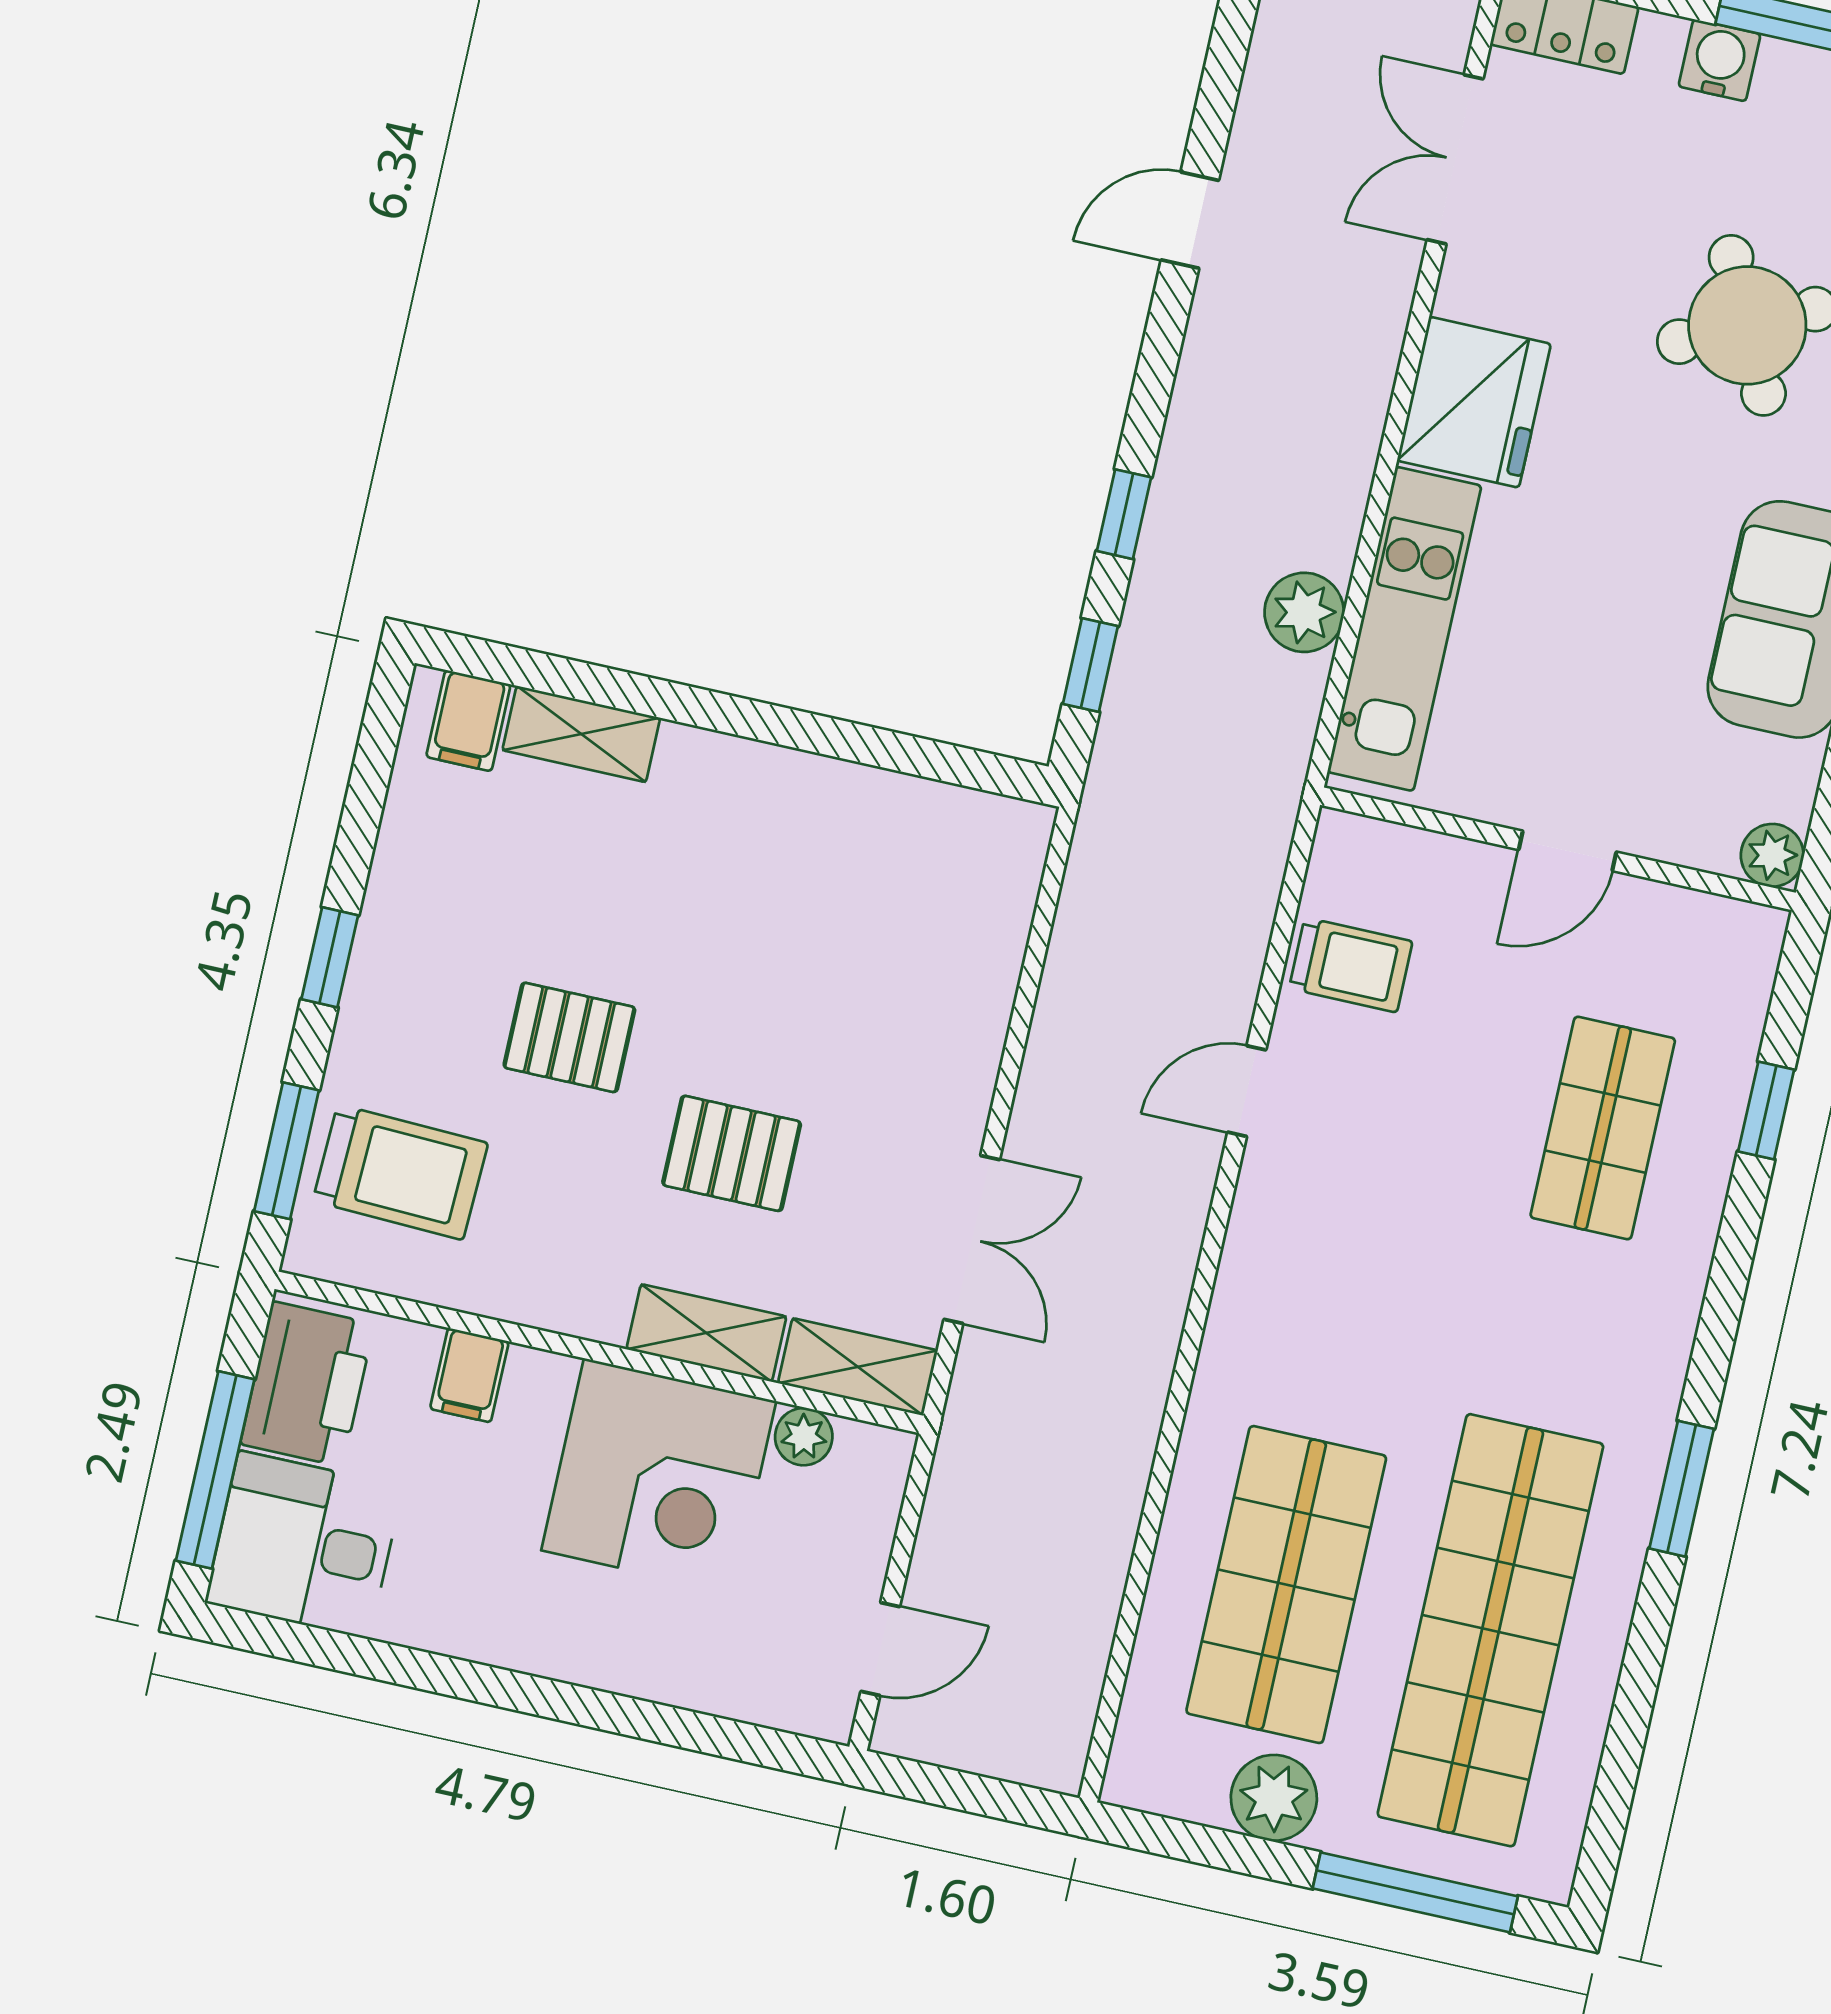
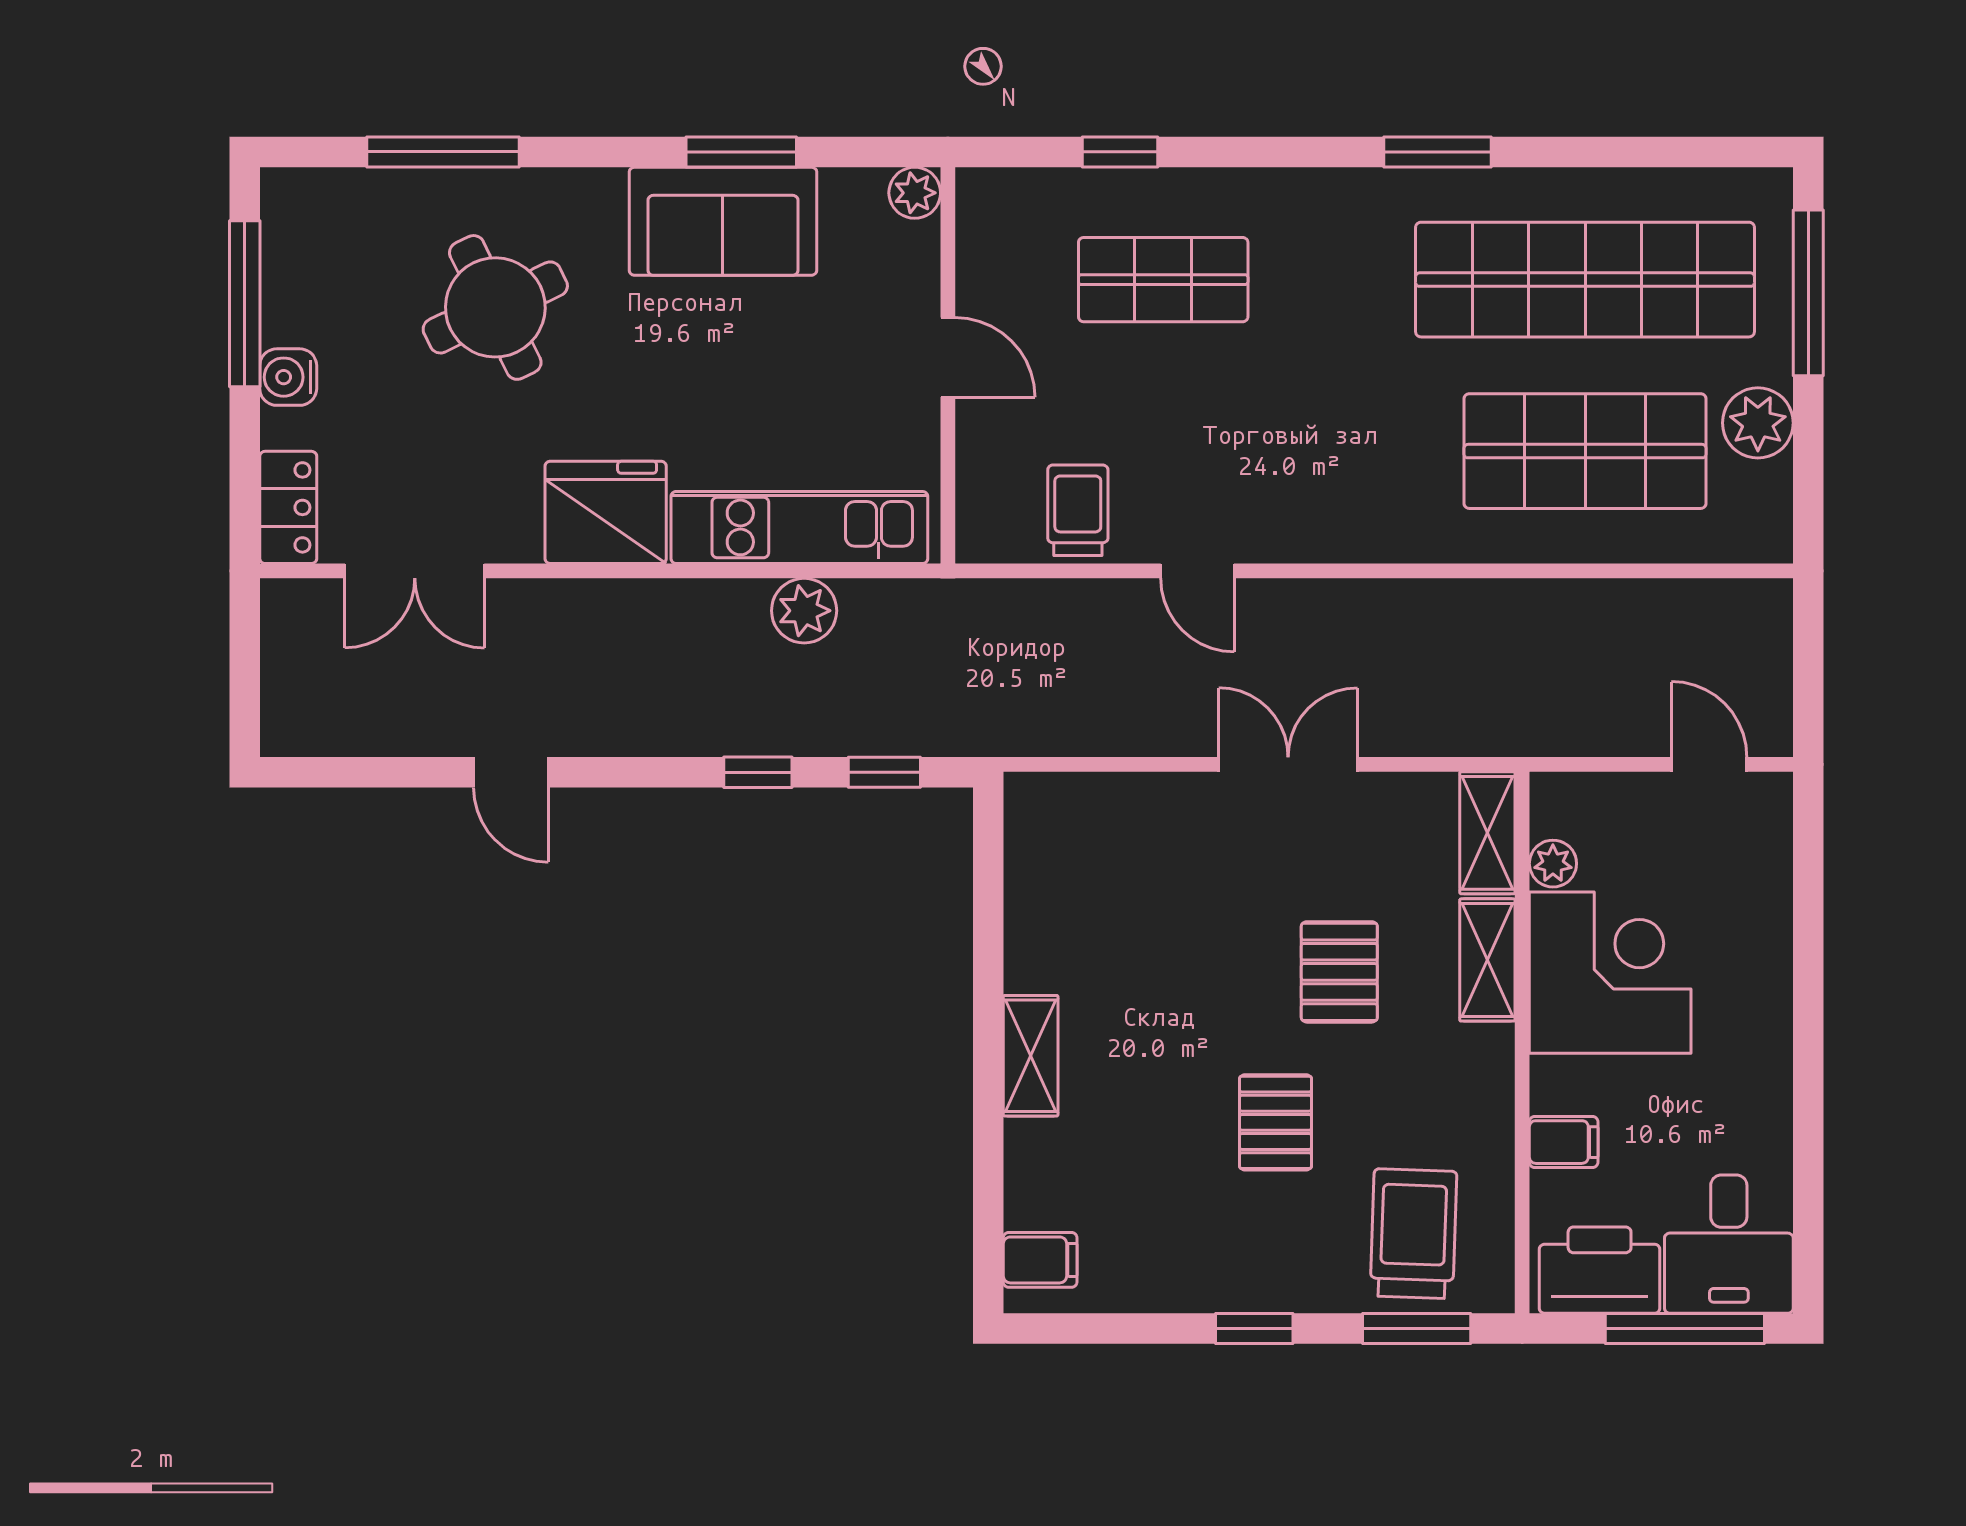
shelving: (581, 734) -> (1031, 1056), moved
double door: (972, 1239) -> (1288, 764), moved

